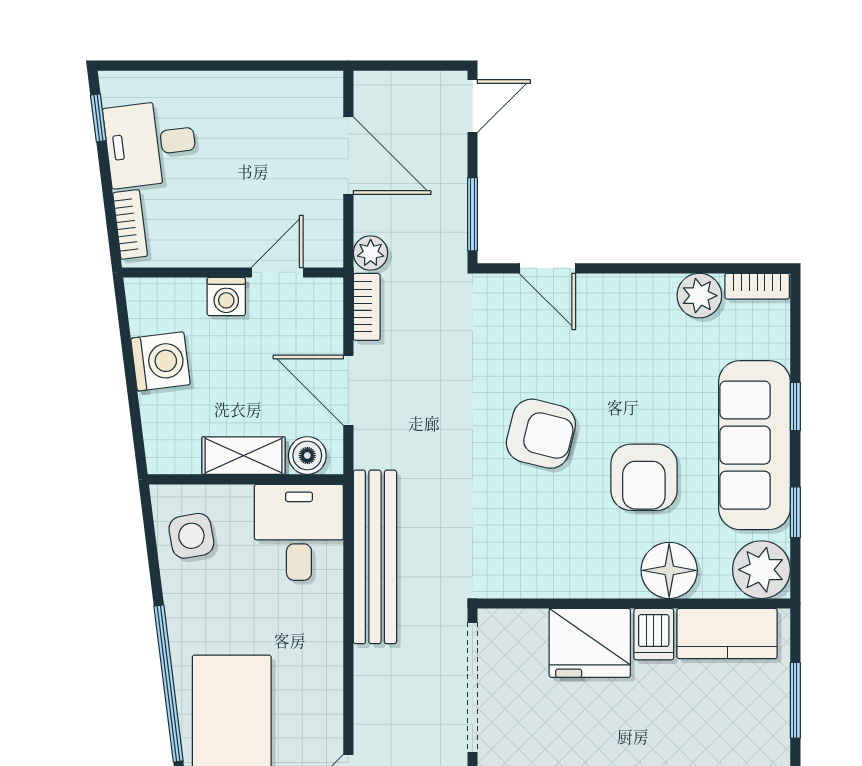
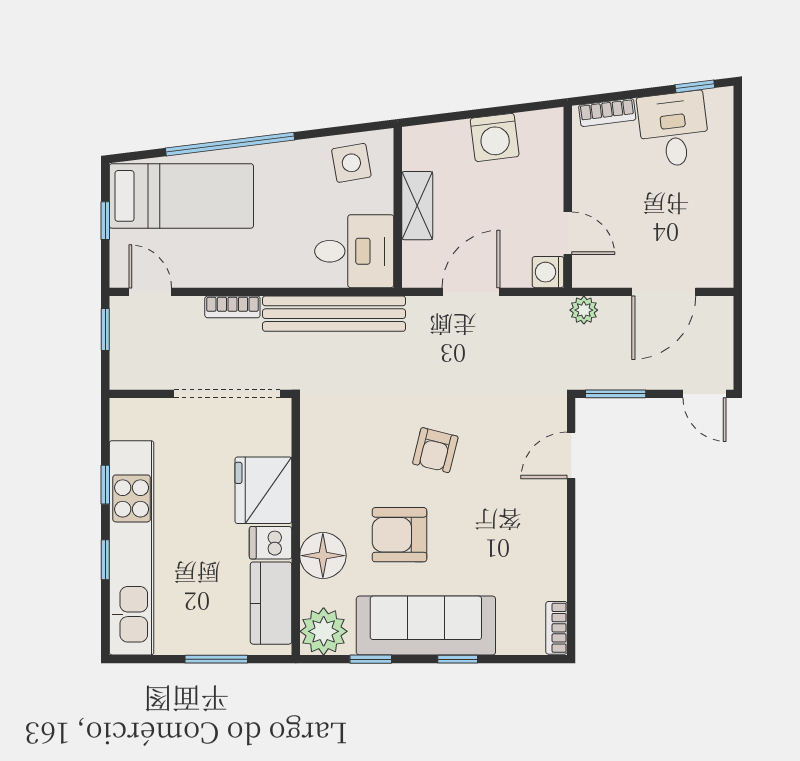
plant: (699, 296) -> (549, 580), removed
washing machine: (226, 297) -> (548, 272), moved
bookcase: (367, 307) -> (232, 307), moved
armchair: (541, 434) -> (435, 450), width x0.72, depth x0.72
boiler: (307, 456) -> (417, 258), removed

